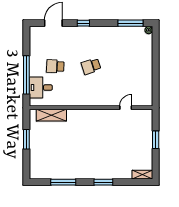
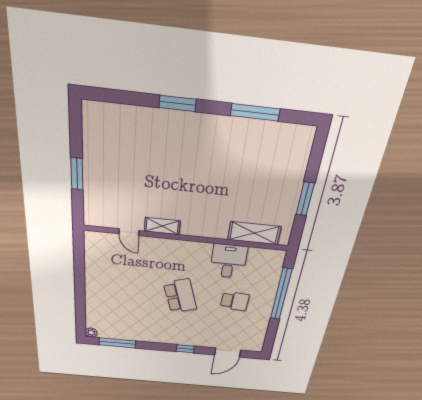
school desk: (91, 66) -> (180, 296), width x1.85
desk: (41, 88) -> (228, 261), moved, turned -90
door: (126, 108) -> (129, 232), hinge flipped
shelving: (142, 175) -> (162, 226), moved

